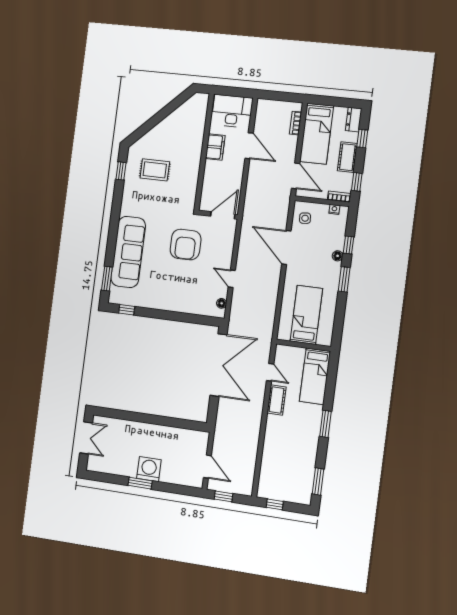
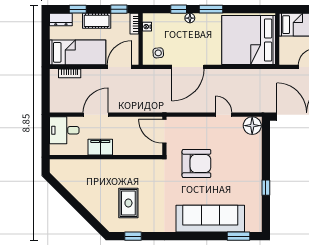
desk: (232, 111) -> (64, 130), width x0.73
door: (232, 279) -> (224, 115), swing flipped
floor lamp: (222, 303) -> (252, 126), width x1.89, depth x1.89
window: (127, 310) -> (266, 188), moved
bed: (306, 315) -> (249, 40), width x2.04

